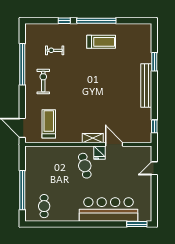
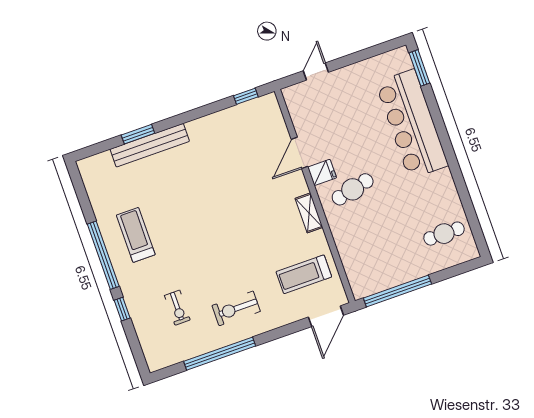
bench: (146, 85) -> (150, 145), moved
shelving: (93, 138) -> (309, 213), moved
door: (154, 168) -> (316, 72), swing flipped
window: (22, 190) -> (397, 291), moved

